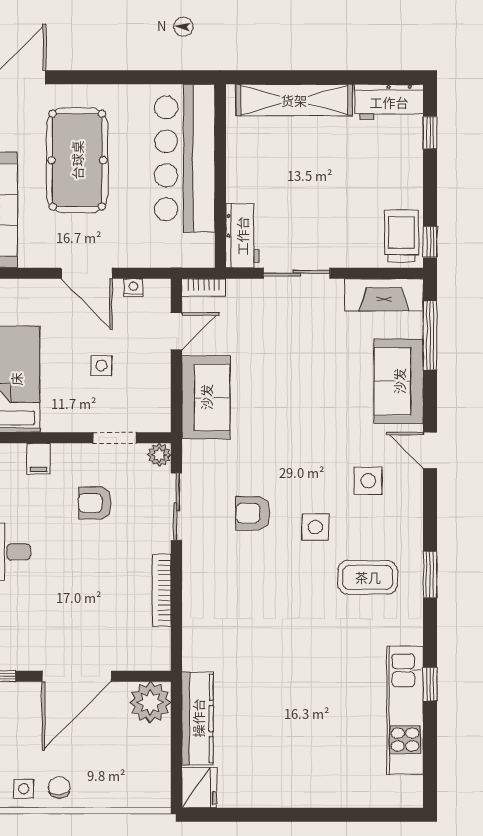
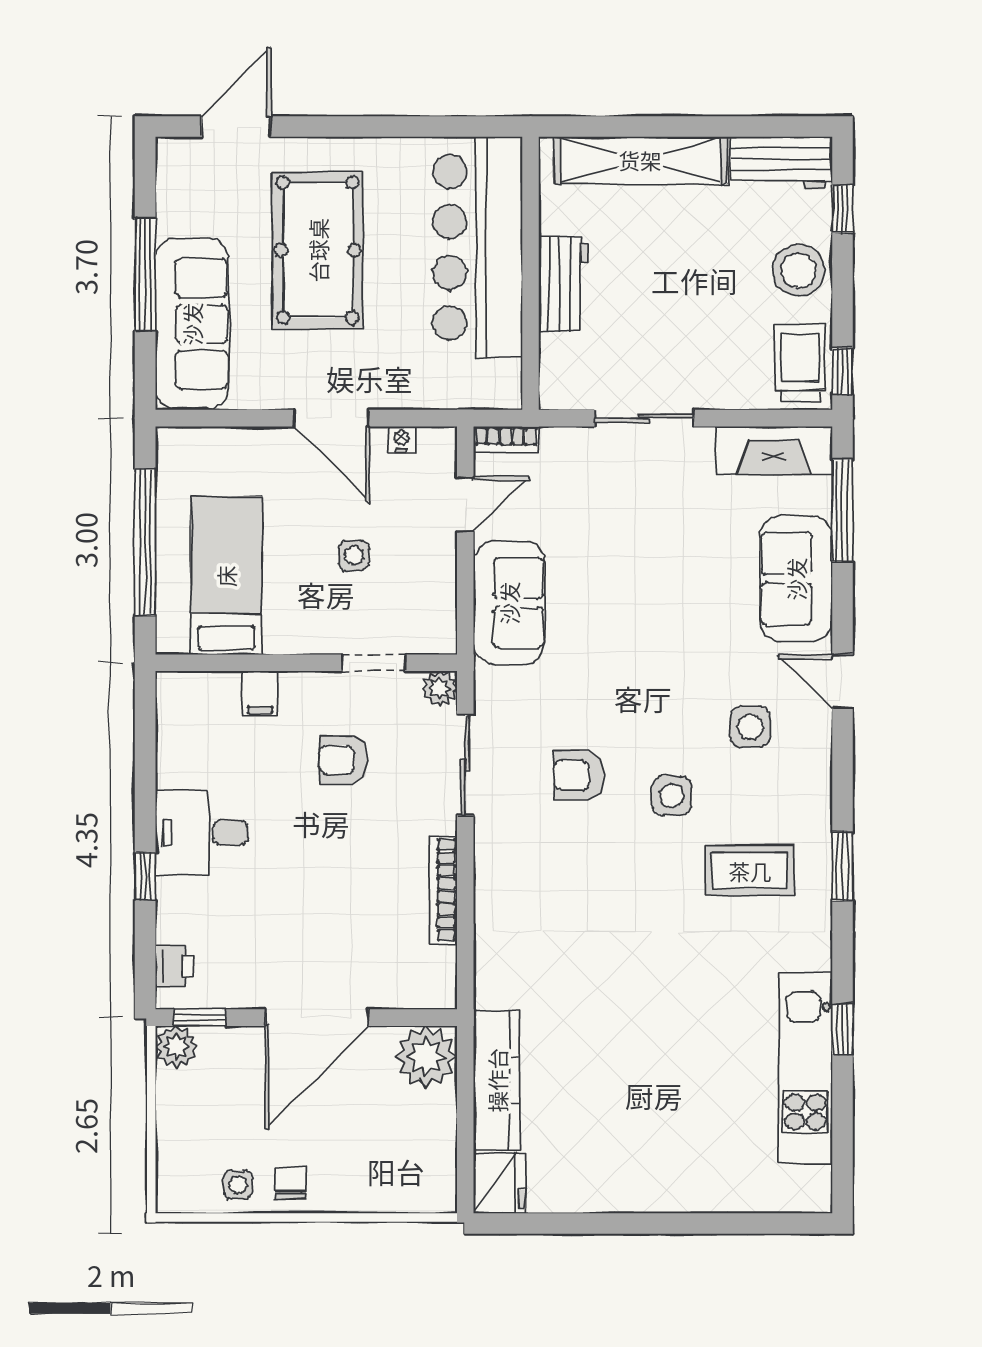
stool: (400, 174) -> (798, 270), added
workbench: (242, 236) -> (563, 284), moved

